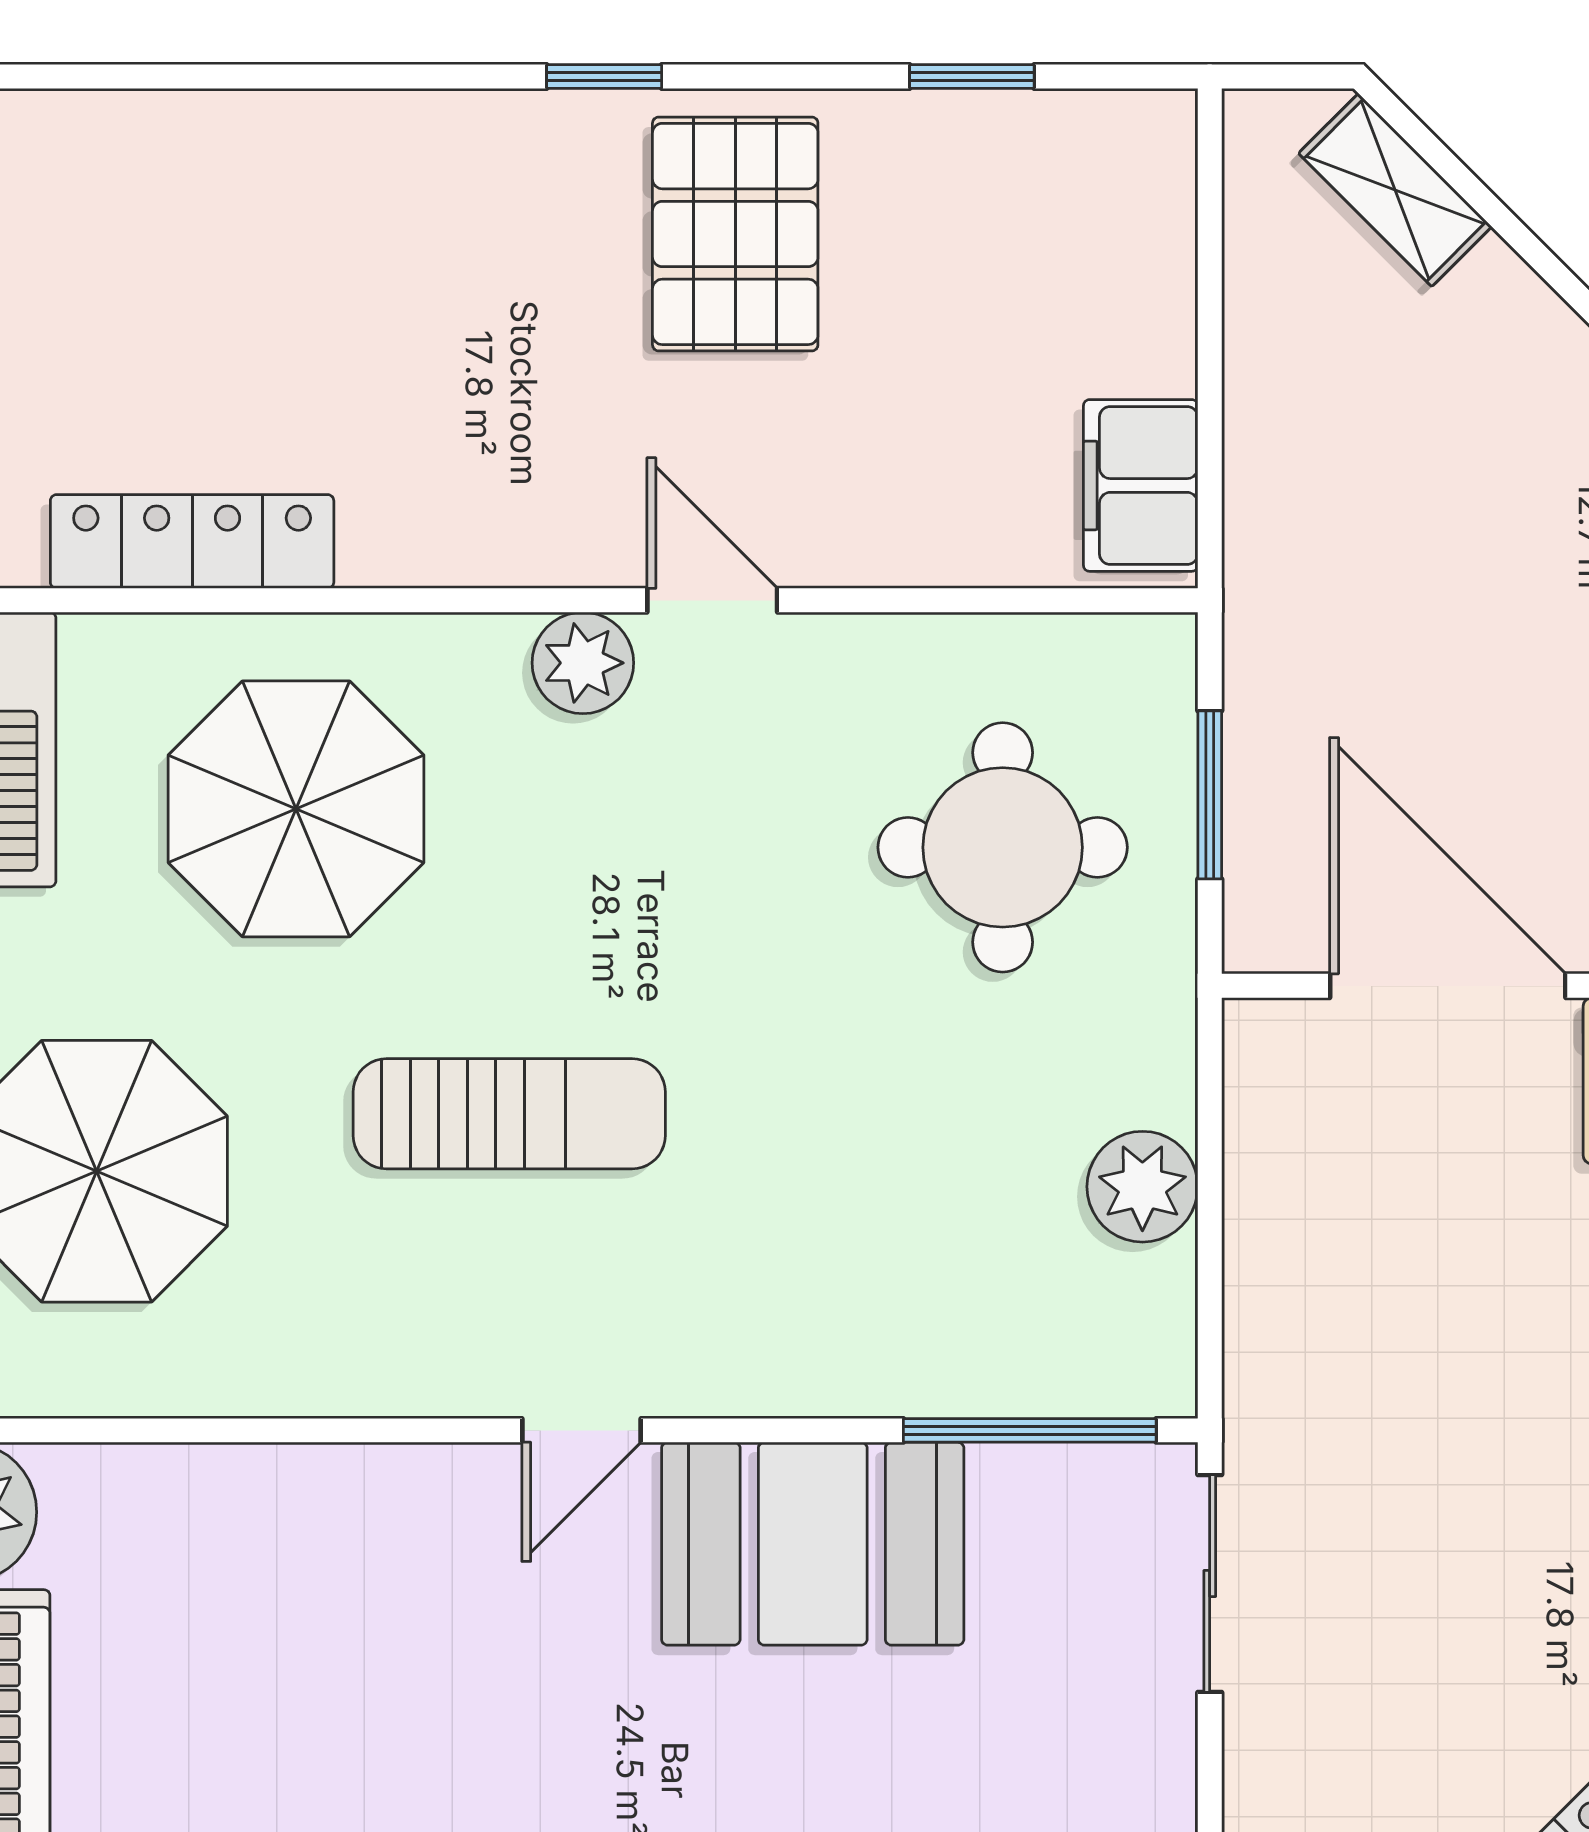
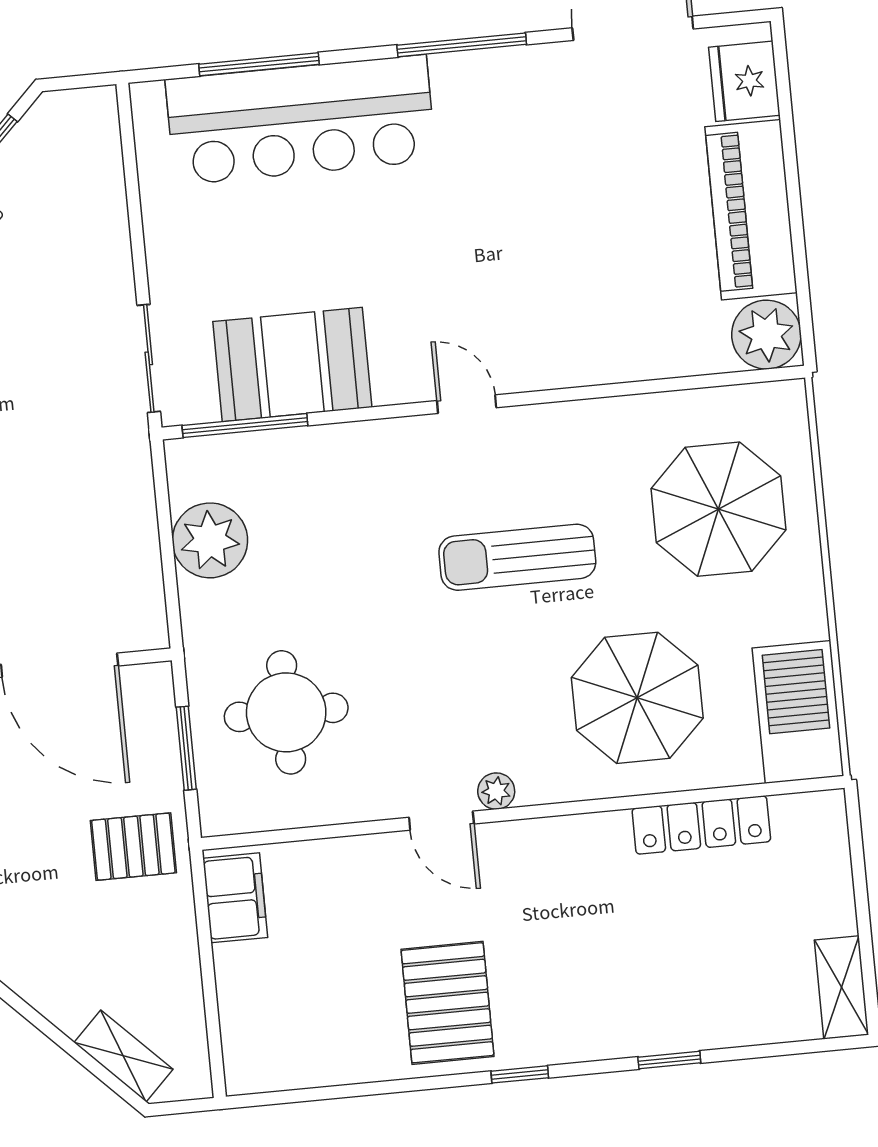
window: (972, 77) -> (669, 1060), moved
pallet: (1335, 608) -> (133, 847), added
plant: (583, 663) -> (496, 791), width x0.73, depth x0.73
plant: (1142, 1187) -> (210, 540), width x1.36, depth x1.36
door: (581, 1430) -> (467, 404), hinge flipped
booth: (813, 1544) -> (292, 364), moved

